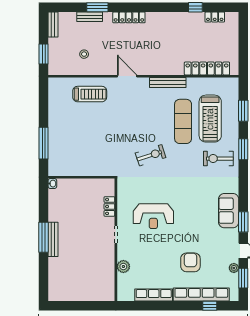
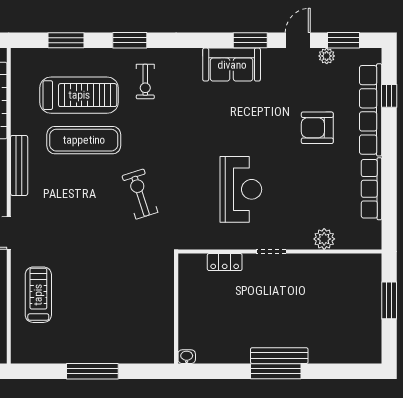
window: (44, 143) -> (92, 371), moved
exercise bike: (218, 159) -> (145, 82), width x0.73, depth x0.72
window: (86, 306) -> (389, 300), added

